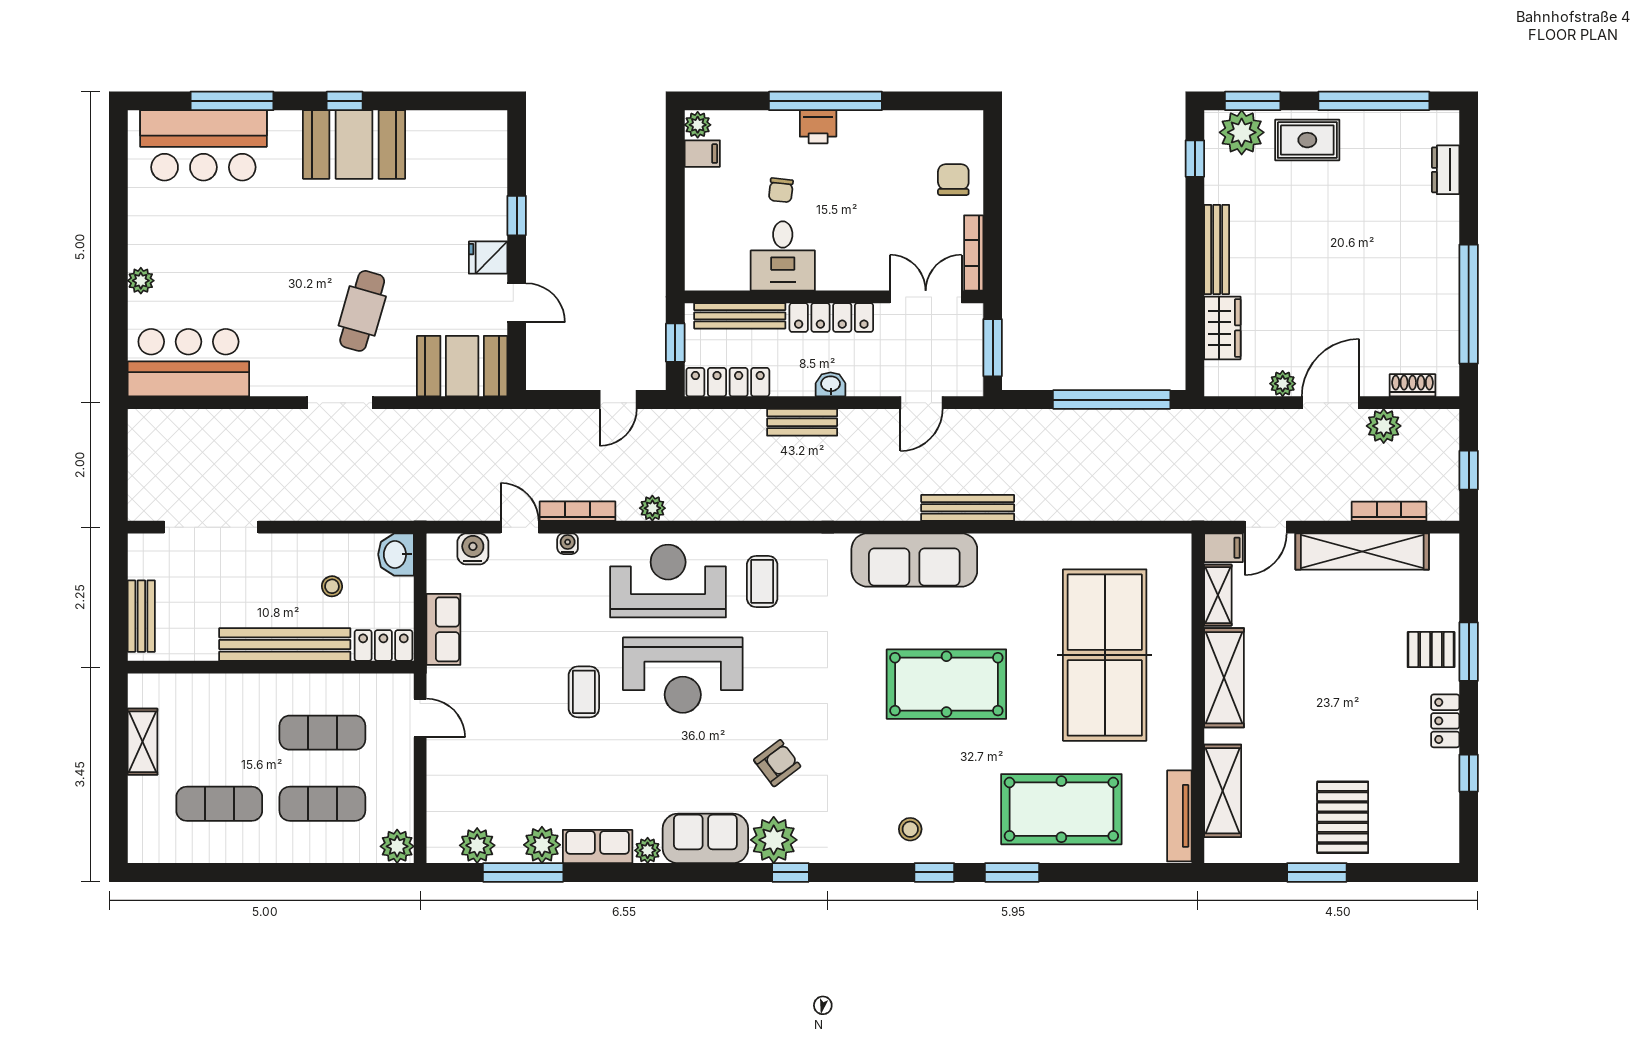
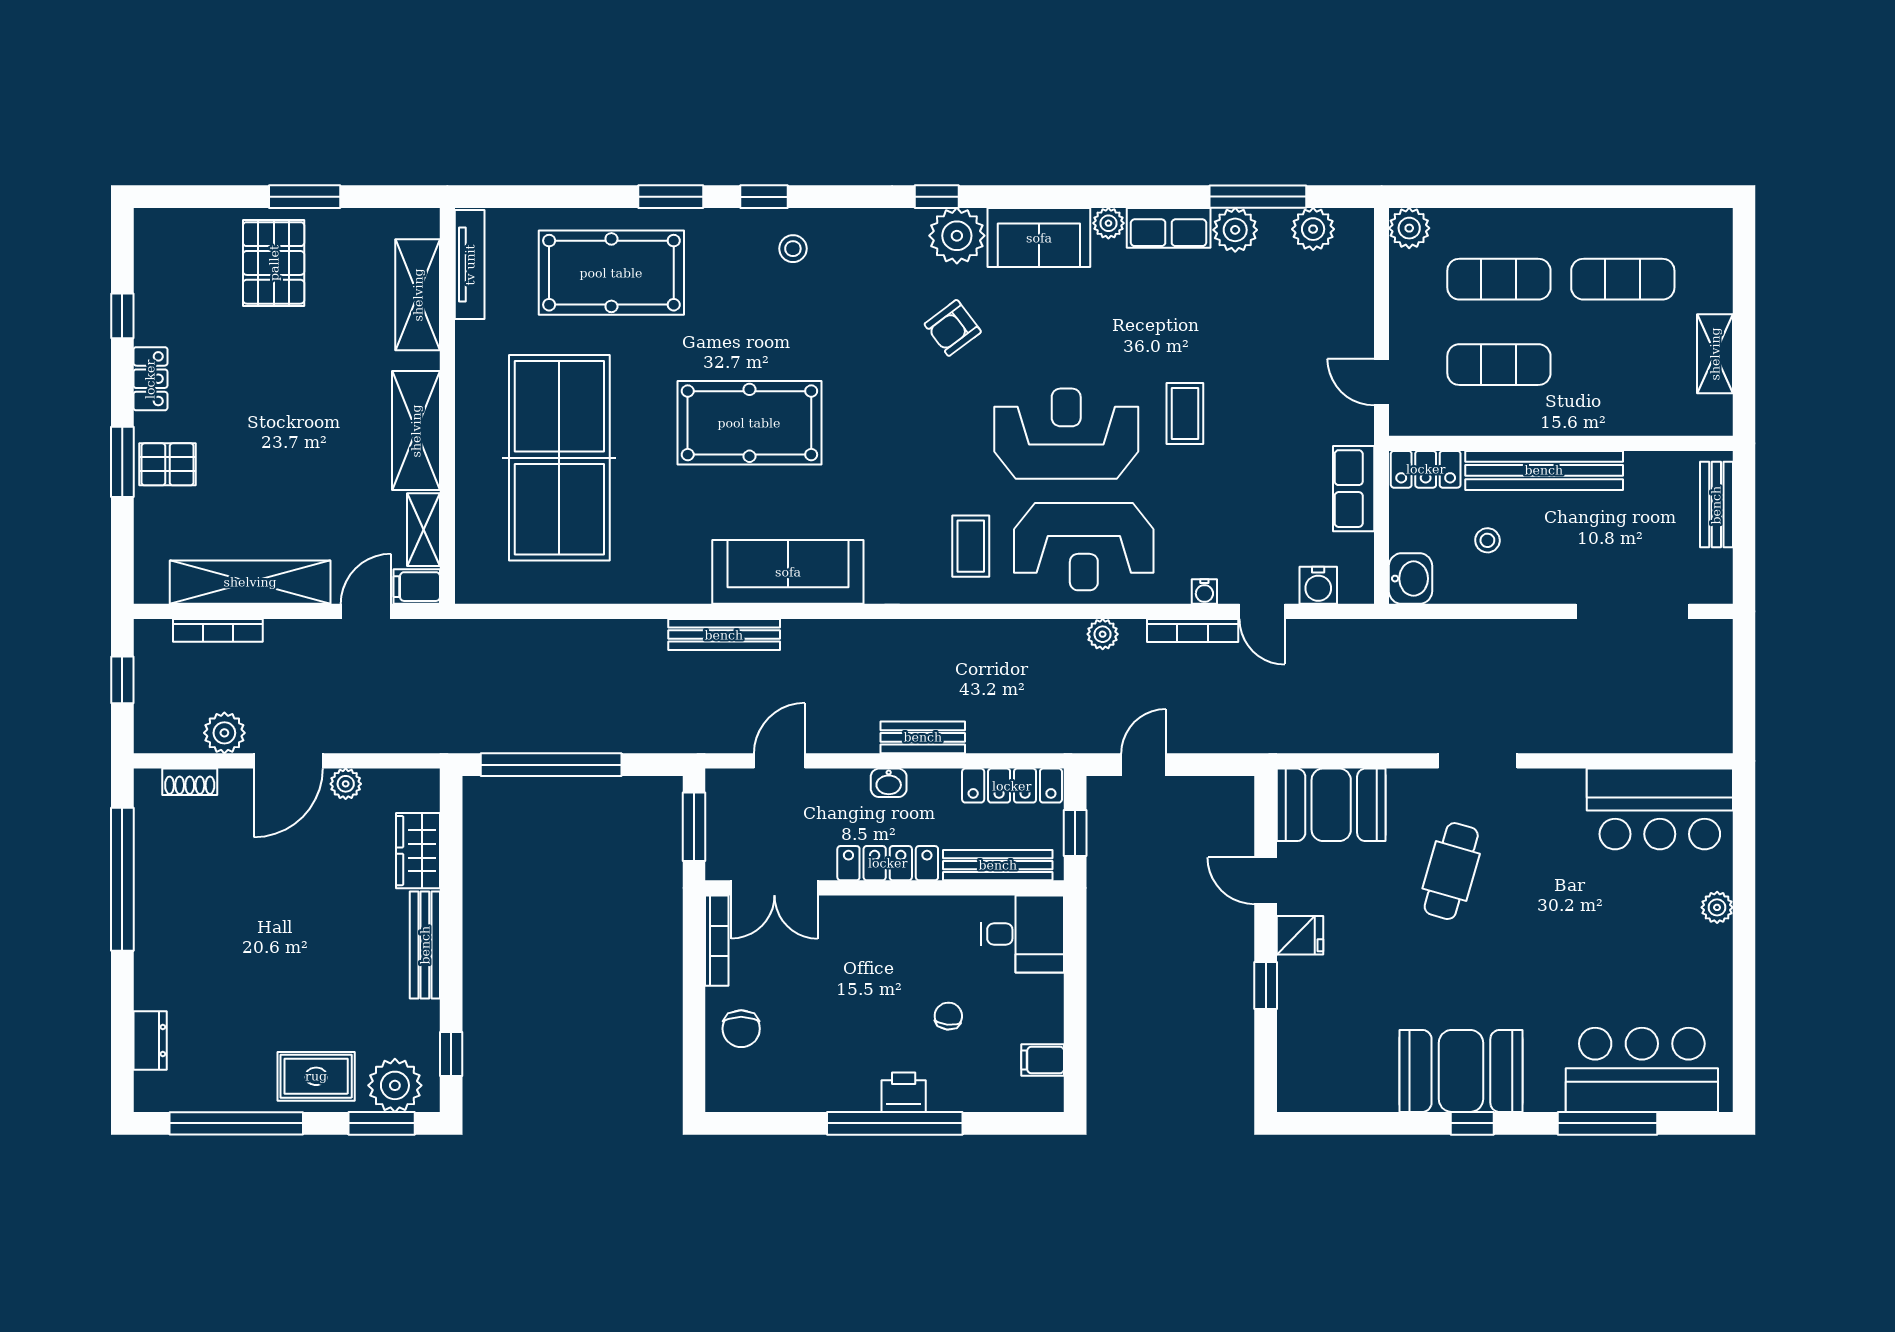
plant: (698, 125) -> (1048, 1095), removed
desk: (783, 256) -> (1022, 934), moved, turned 90

